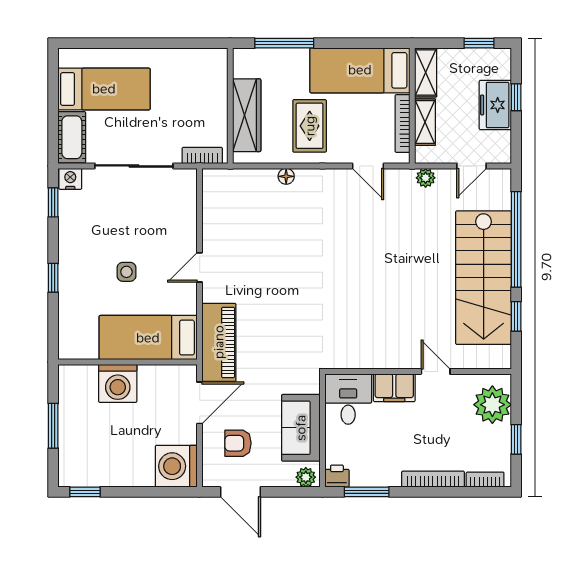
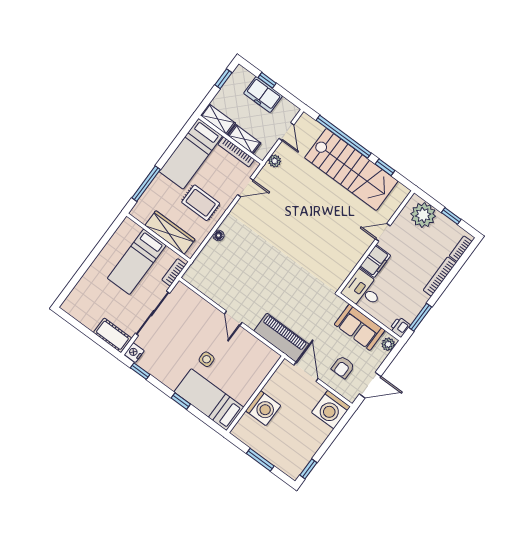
bed: (104, 89) -> (137, 262), moved, turned 180
bed: (148, 338) -> (209, 400), moved, turned 90

